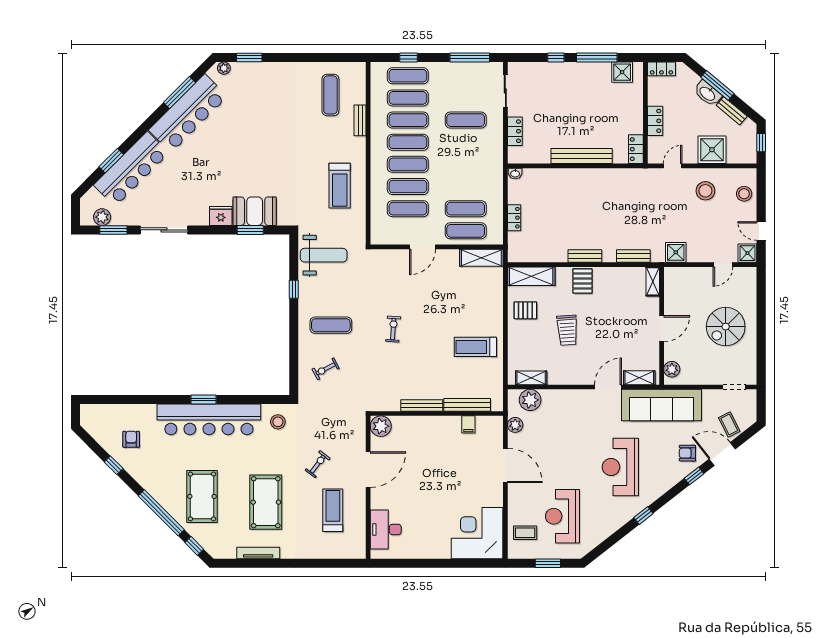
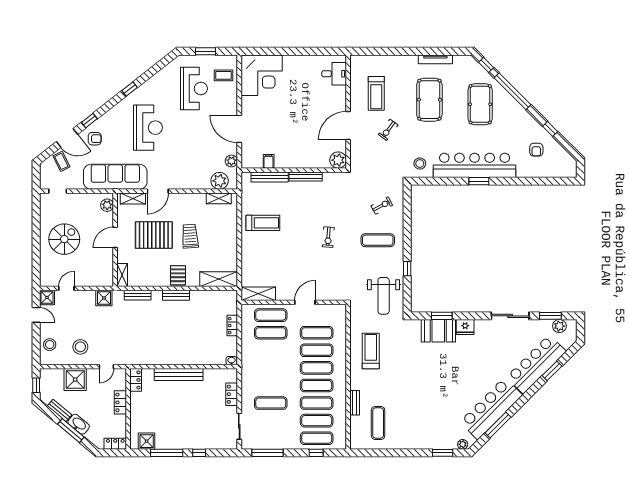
weight bench: (324, 255) -> (384, 296), turned -90
pallet: (525, 310) -> (154, 235), moved, width x2.05, depth x2.00
desk: (386, 529) -> (334, 74), width x0.73

